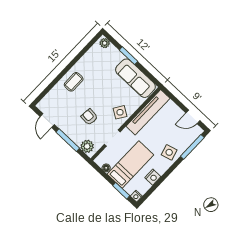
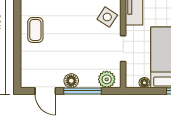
armchair: (89, 117) -> (82, 49), removed
floor lamp: (67, 129) -> (71, 81), added

